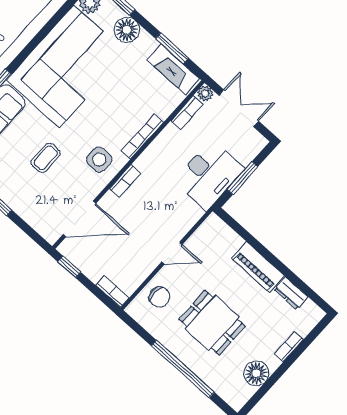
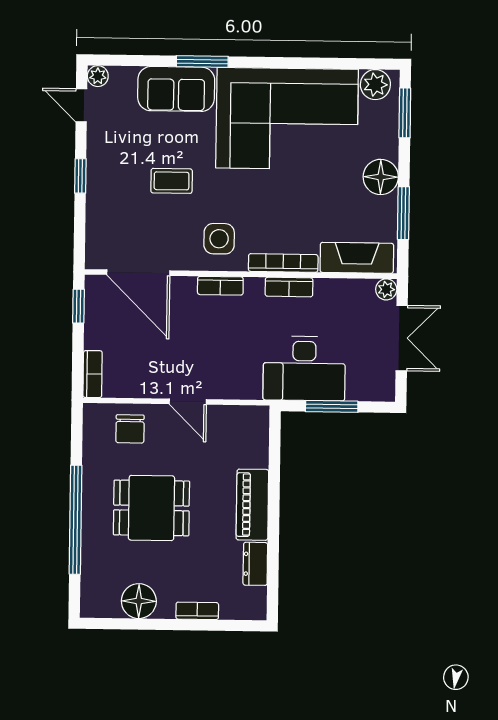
floor lamp: (127, 30) -> (381, 177), moved
fireplace: (173, 69) -> (357, 258), moved, turned 90
bookcase: (187, 112) -> (289, 287), moved
dining table: (212, 323) -> (151, 508), turned 90

